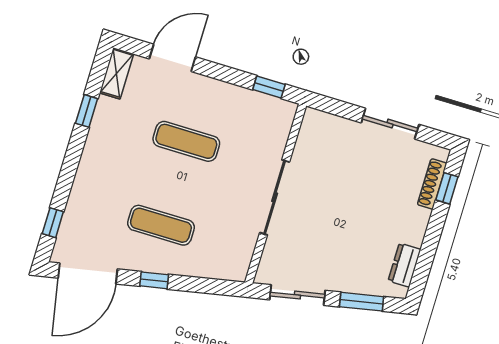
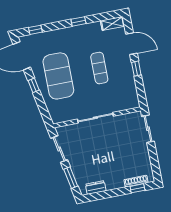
window: (269, 87) -> (136, 69), moved
window: (87, 111) -> (78, 21), moved
sliding door: (390, 124) -> (148, 129), moved
exercise mat: (161, 225) -> (58, 76), width x2.00, depth x1.45

